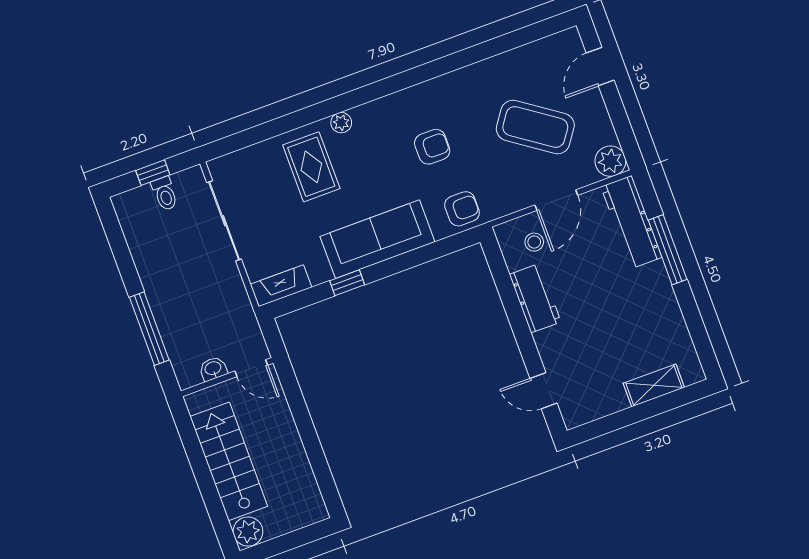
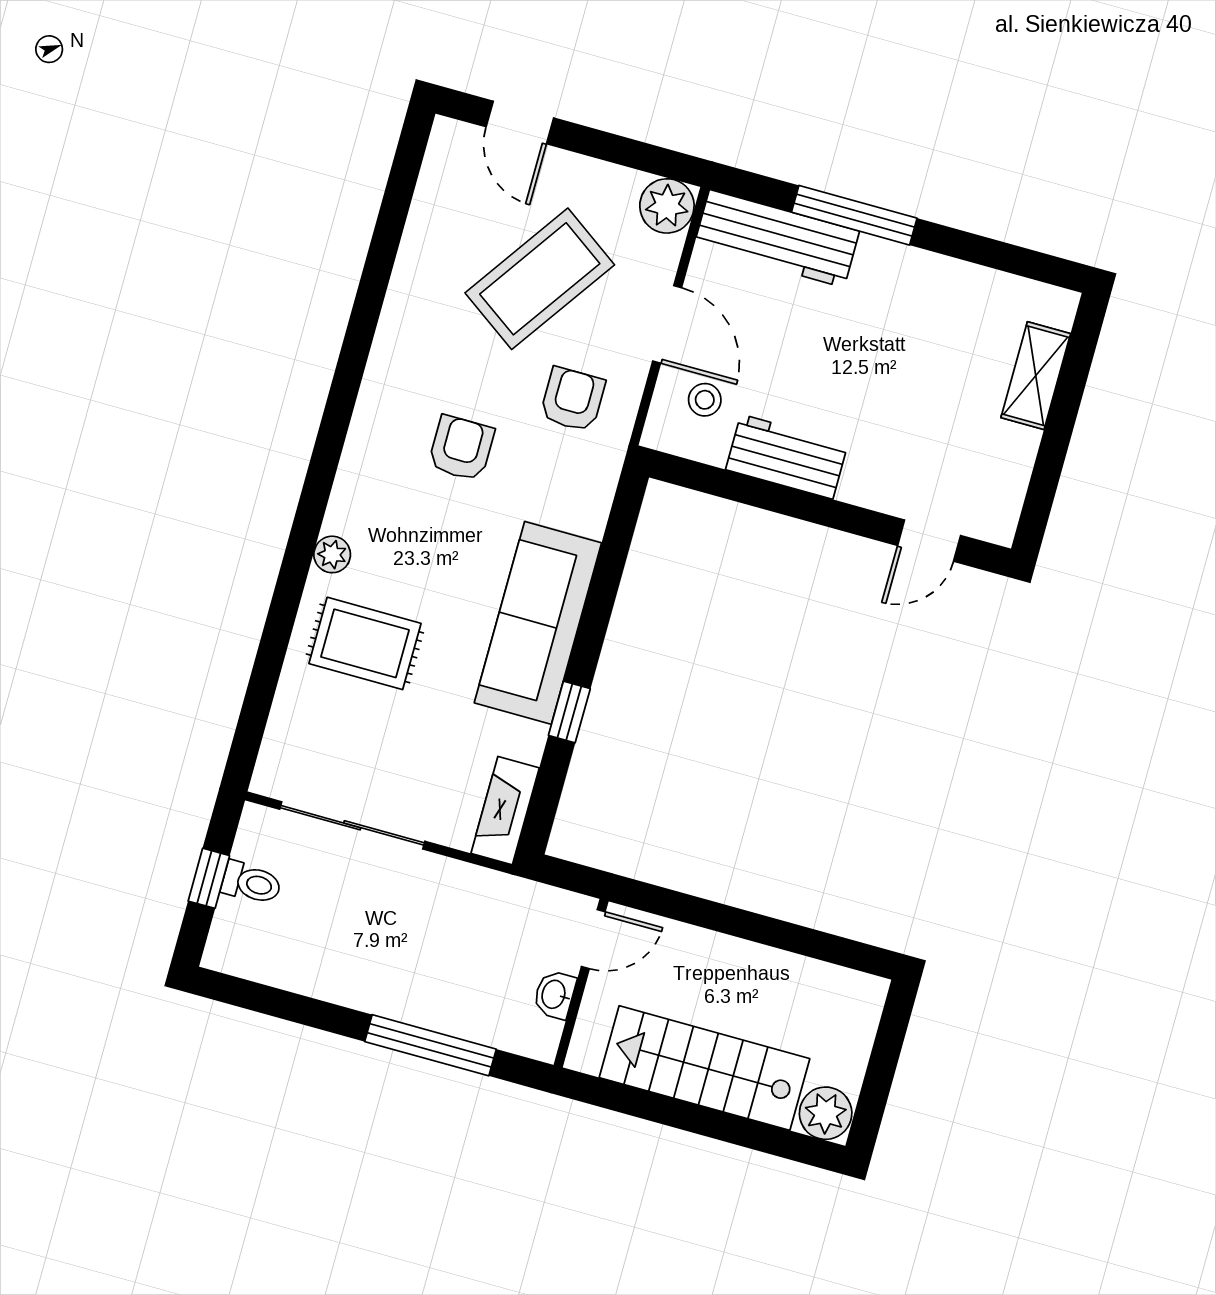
armchair: (462, 209) -> (572, 399), moved

